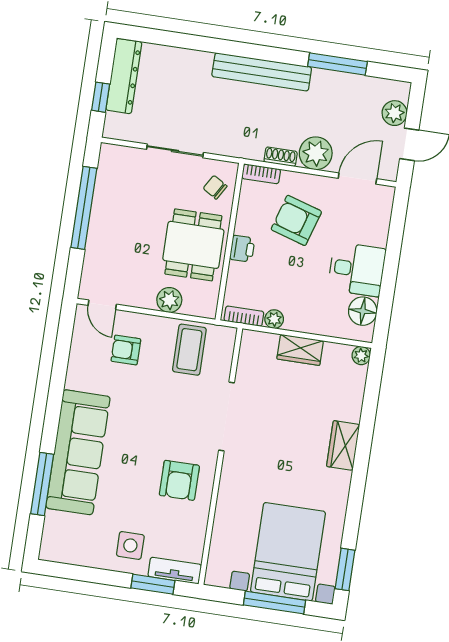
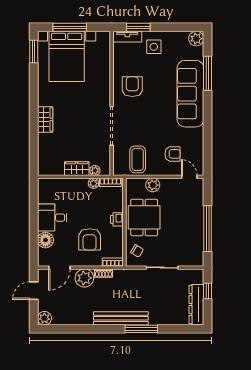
window: (337, 64) -> (141, 329), moved
plant: (395, 113) -> (44, 318), moved
armchair: (296, 220) -> (90, 239), turned 73
floor lamp: (363, 311) -> (45, 240), moved
plant: (361, 356) -> (95, 170), moved
plant: (53, 549) -> (196, 39), added

